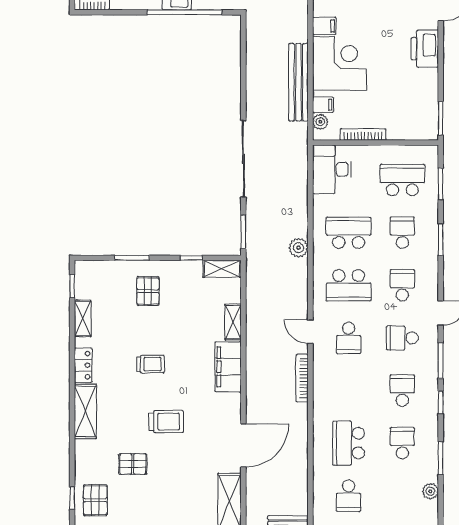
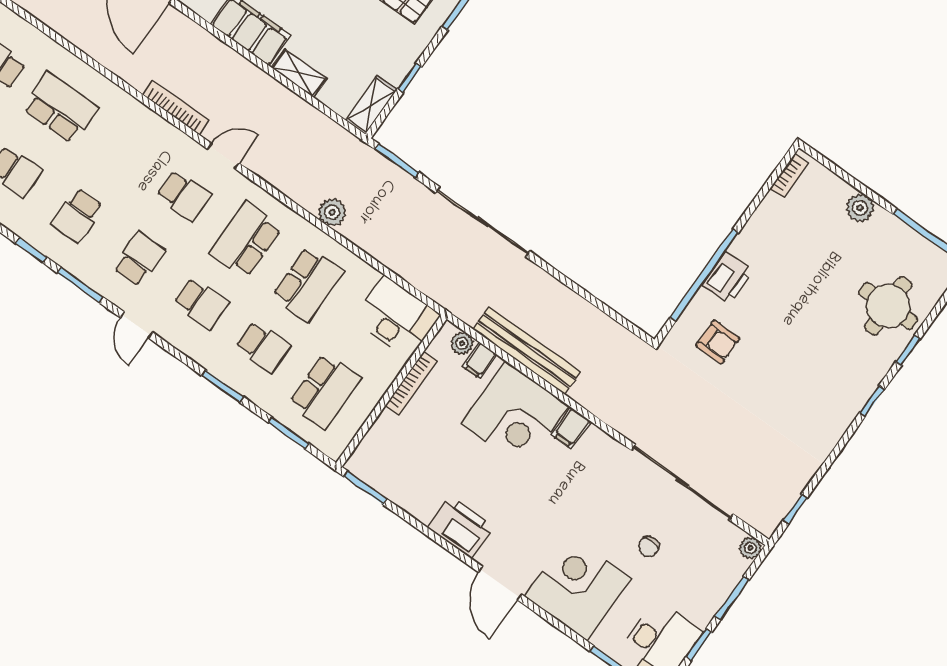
school desk: (349, 338) -> (184, 196), turned 180
school desk: (402, 391) -> (77, 215), turned 90

